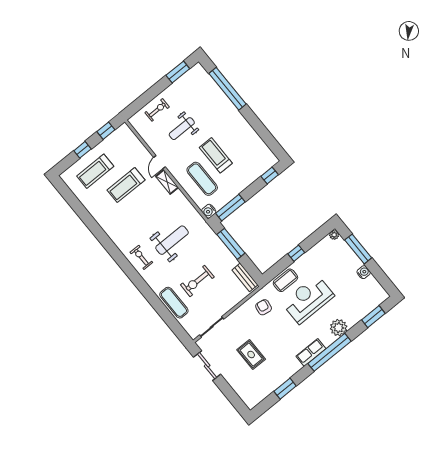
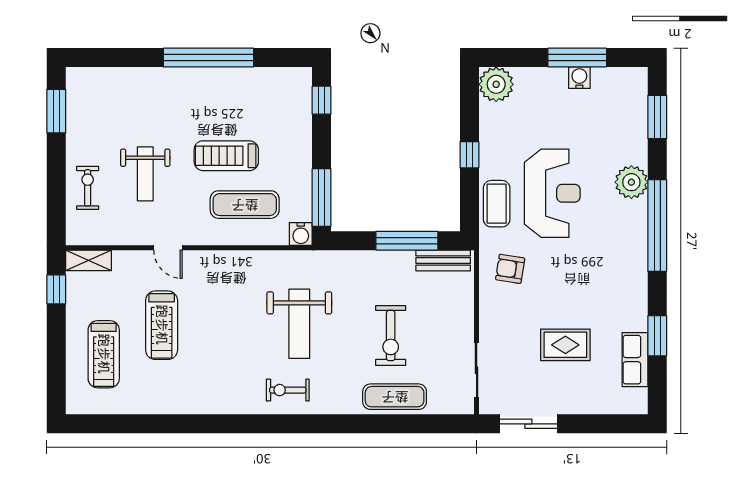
window: (227, 89) -> (209, 58), moved
window: (82, 150) -> (56, 347), removed
shelving: (167, 182) -> (89, 260), moved
plant: (334, 235) -> (496, 84), width x1.88, depth x1.88
weight bench: (172, 240) -> (299, 324), turned 180
window: (231, 244) -> (407, 241), moved
window: (358, 249) -> (577, 58), moved
reception desk: (308, 299) -> (552, 193), turned 180
row of seats: (311, 353) -> (635, 360), moved

